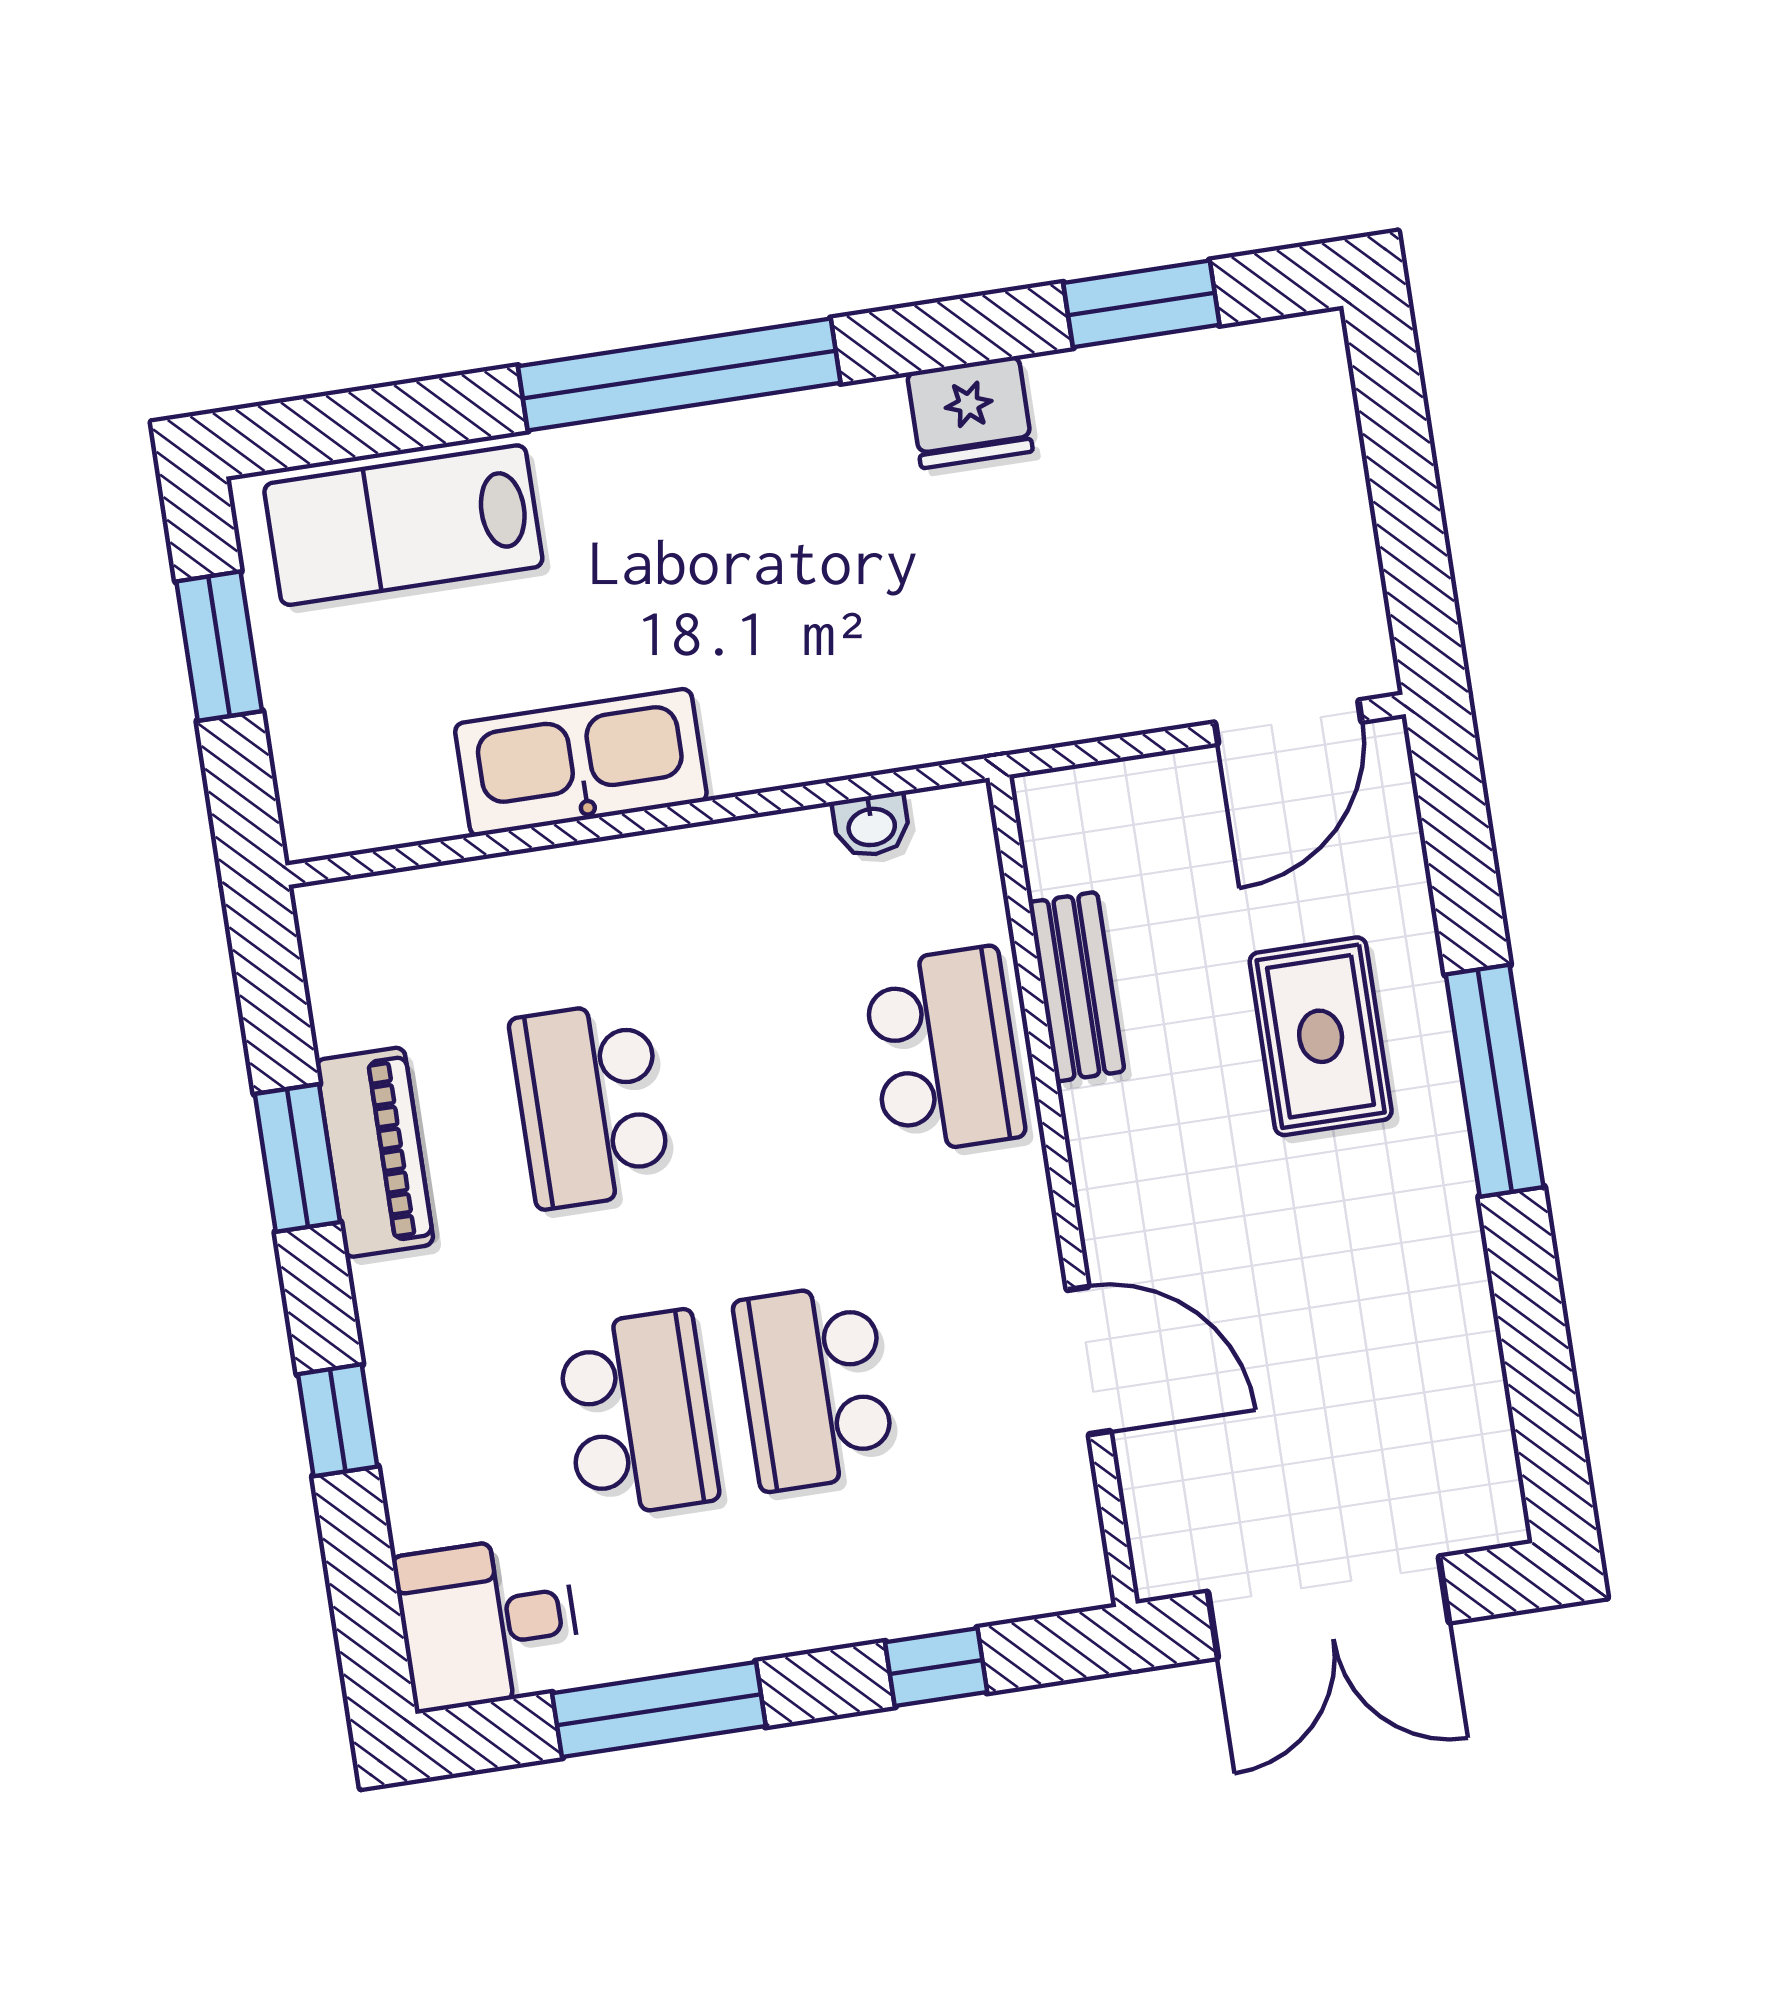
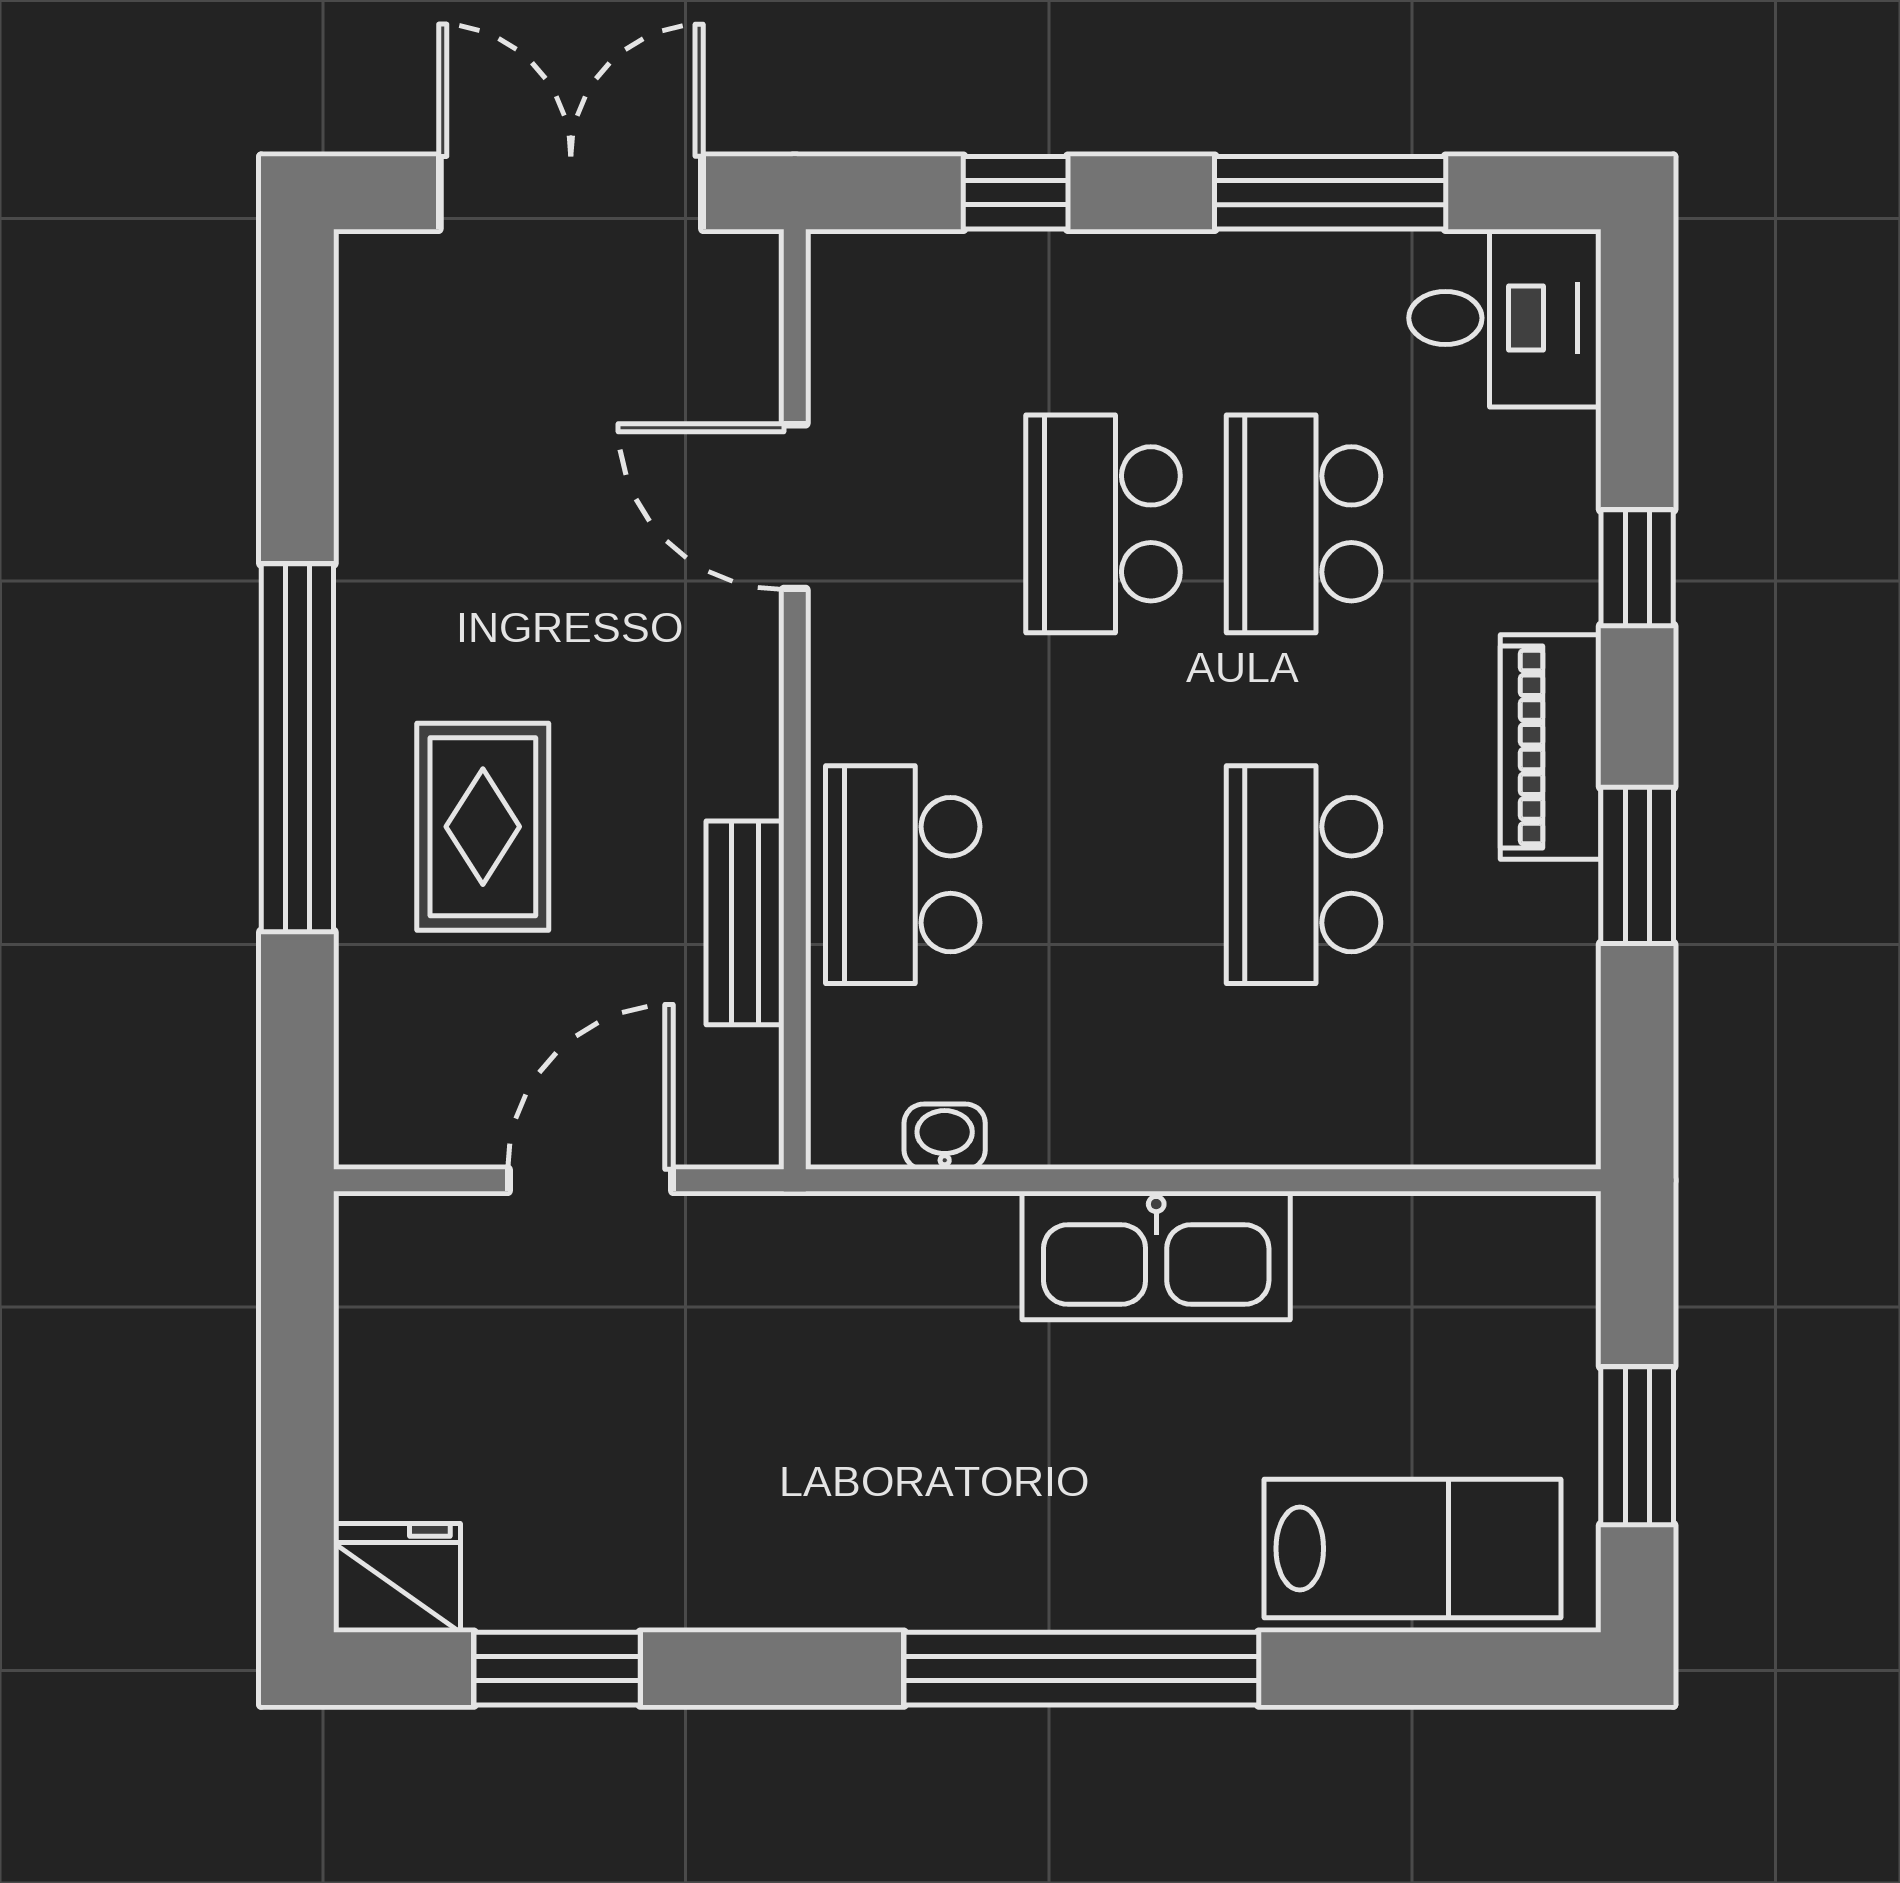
fridge: (970, 412) -> (397, 1578), moved
door: (1288, 722) -> (591, 1180), moved
kitchen sink: (581, 762) -> (1156, 1256), moved
window: (1495, 1081) -> (297, 748), width x1.46
school desk: (590, 1105) -> (1303, 875), turned 180
piano: (375, 1152) -> (1551, 747), moved
school desk: (814, 1387) -> (1103, 524), turned 180

